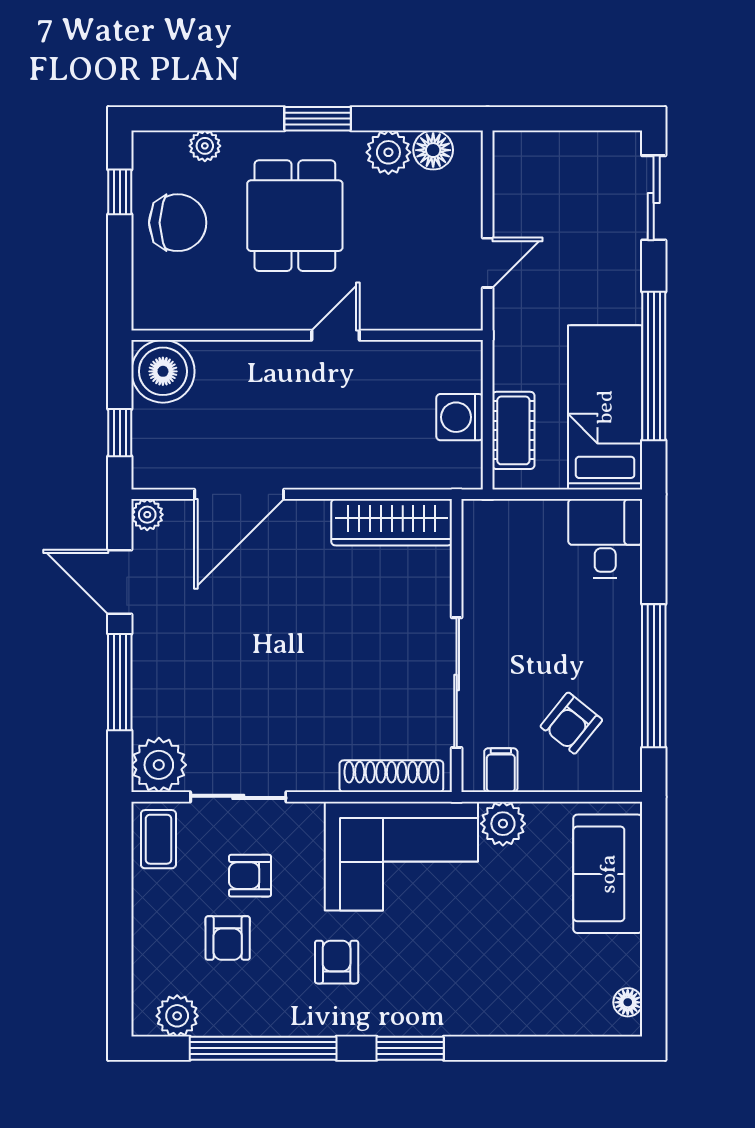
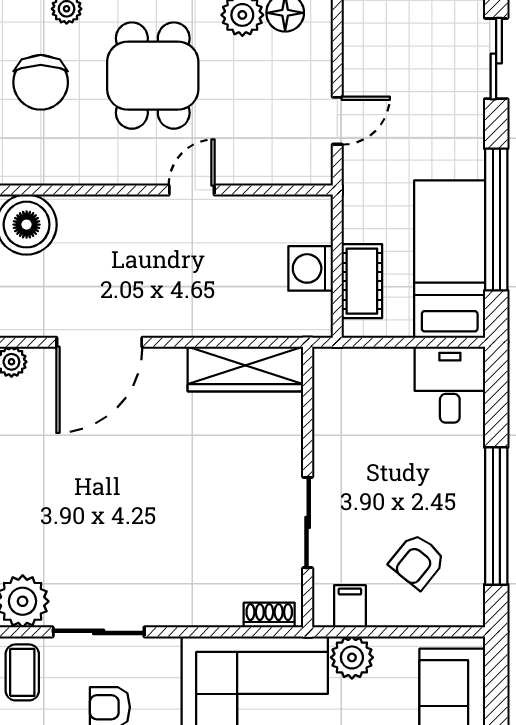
chair: (178, 223) -> (41, 82), turned 90
sliding door: (457, 683) -> (308, 522), width x0.73
shoe rack: (391, 776) -> (269, 615), width x0.51, depth x0.81

